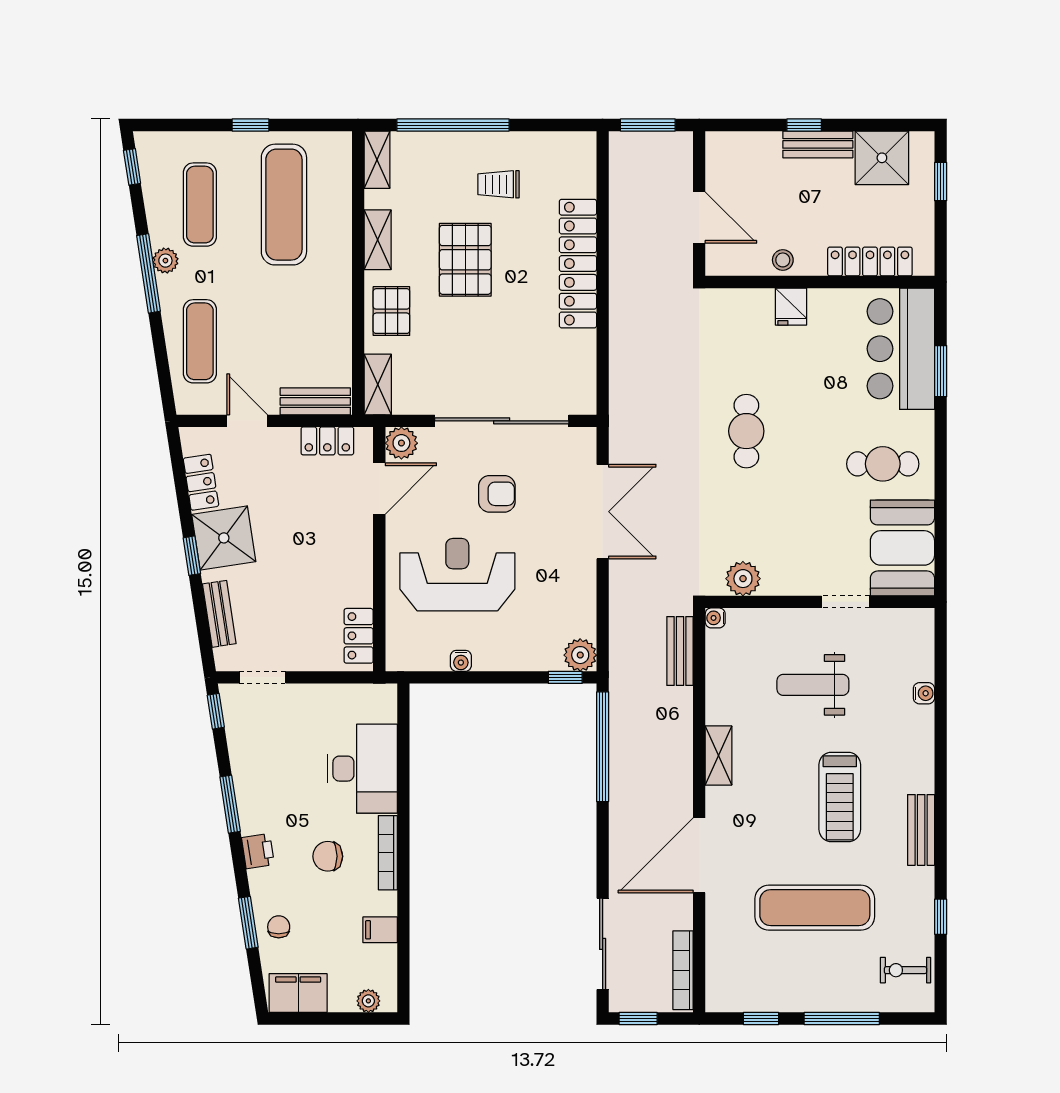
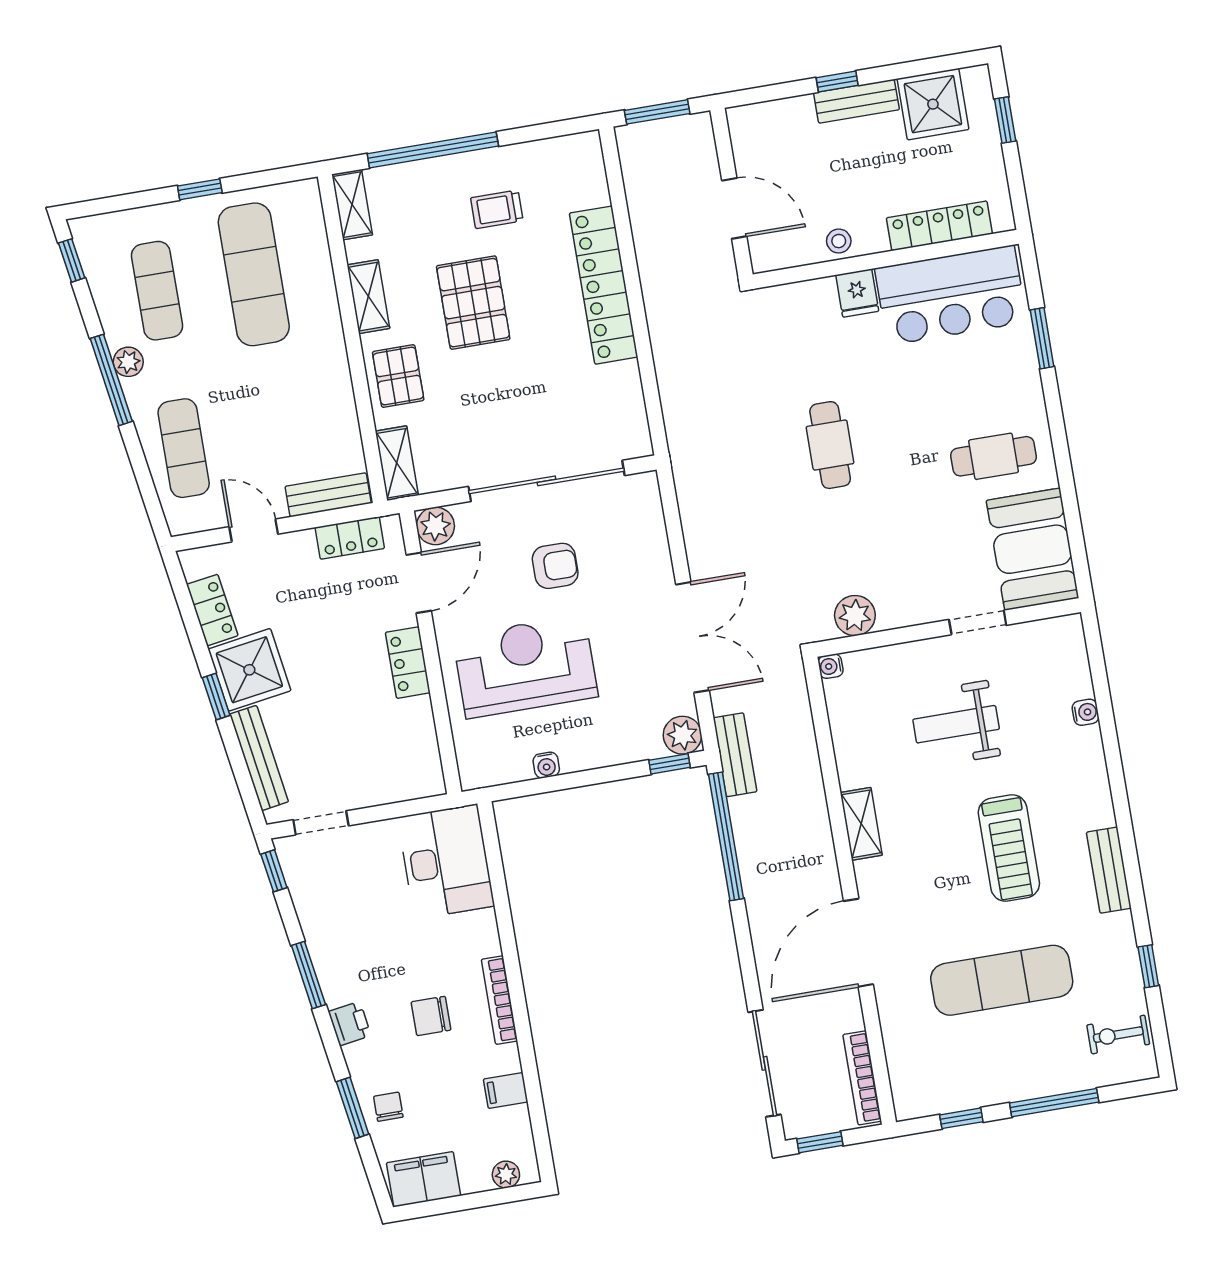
bar counter: (901, 349) -> (951, 295), moved, turned -90
double door: (603, 512) -> (692, 637), moved
bench: (219, 614) -> (259, 758), width x1.36
locker: (359, 636) -> (408, 663), moved
bench: (680, 651) -> (735, 755), moved
desk: (362, 769) -> (446, 862), moved

